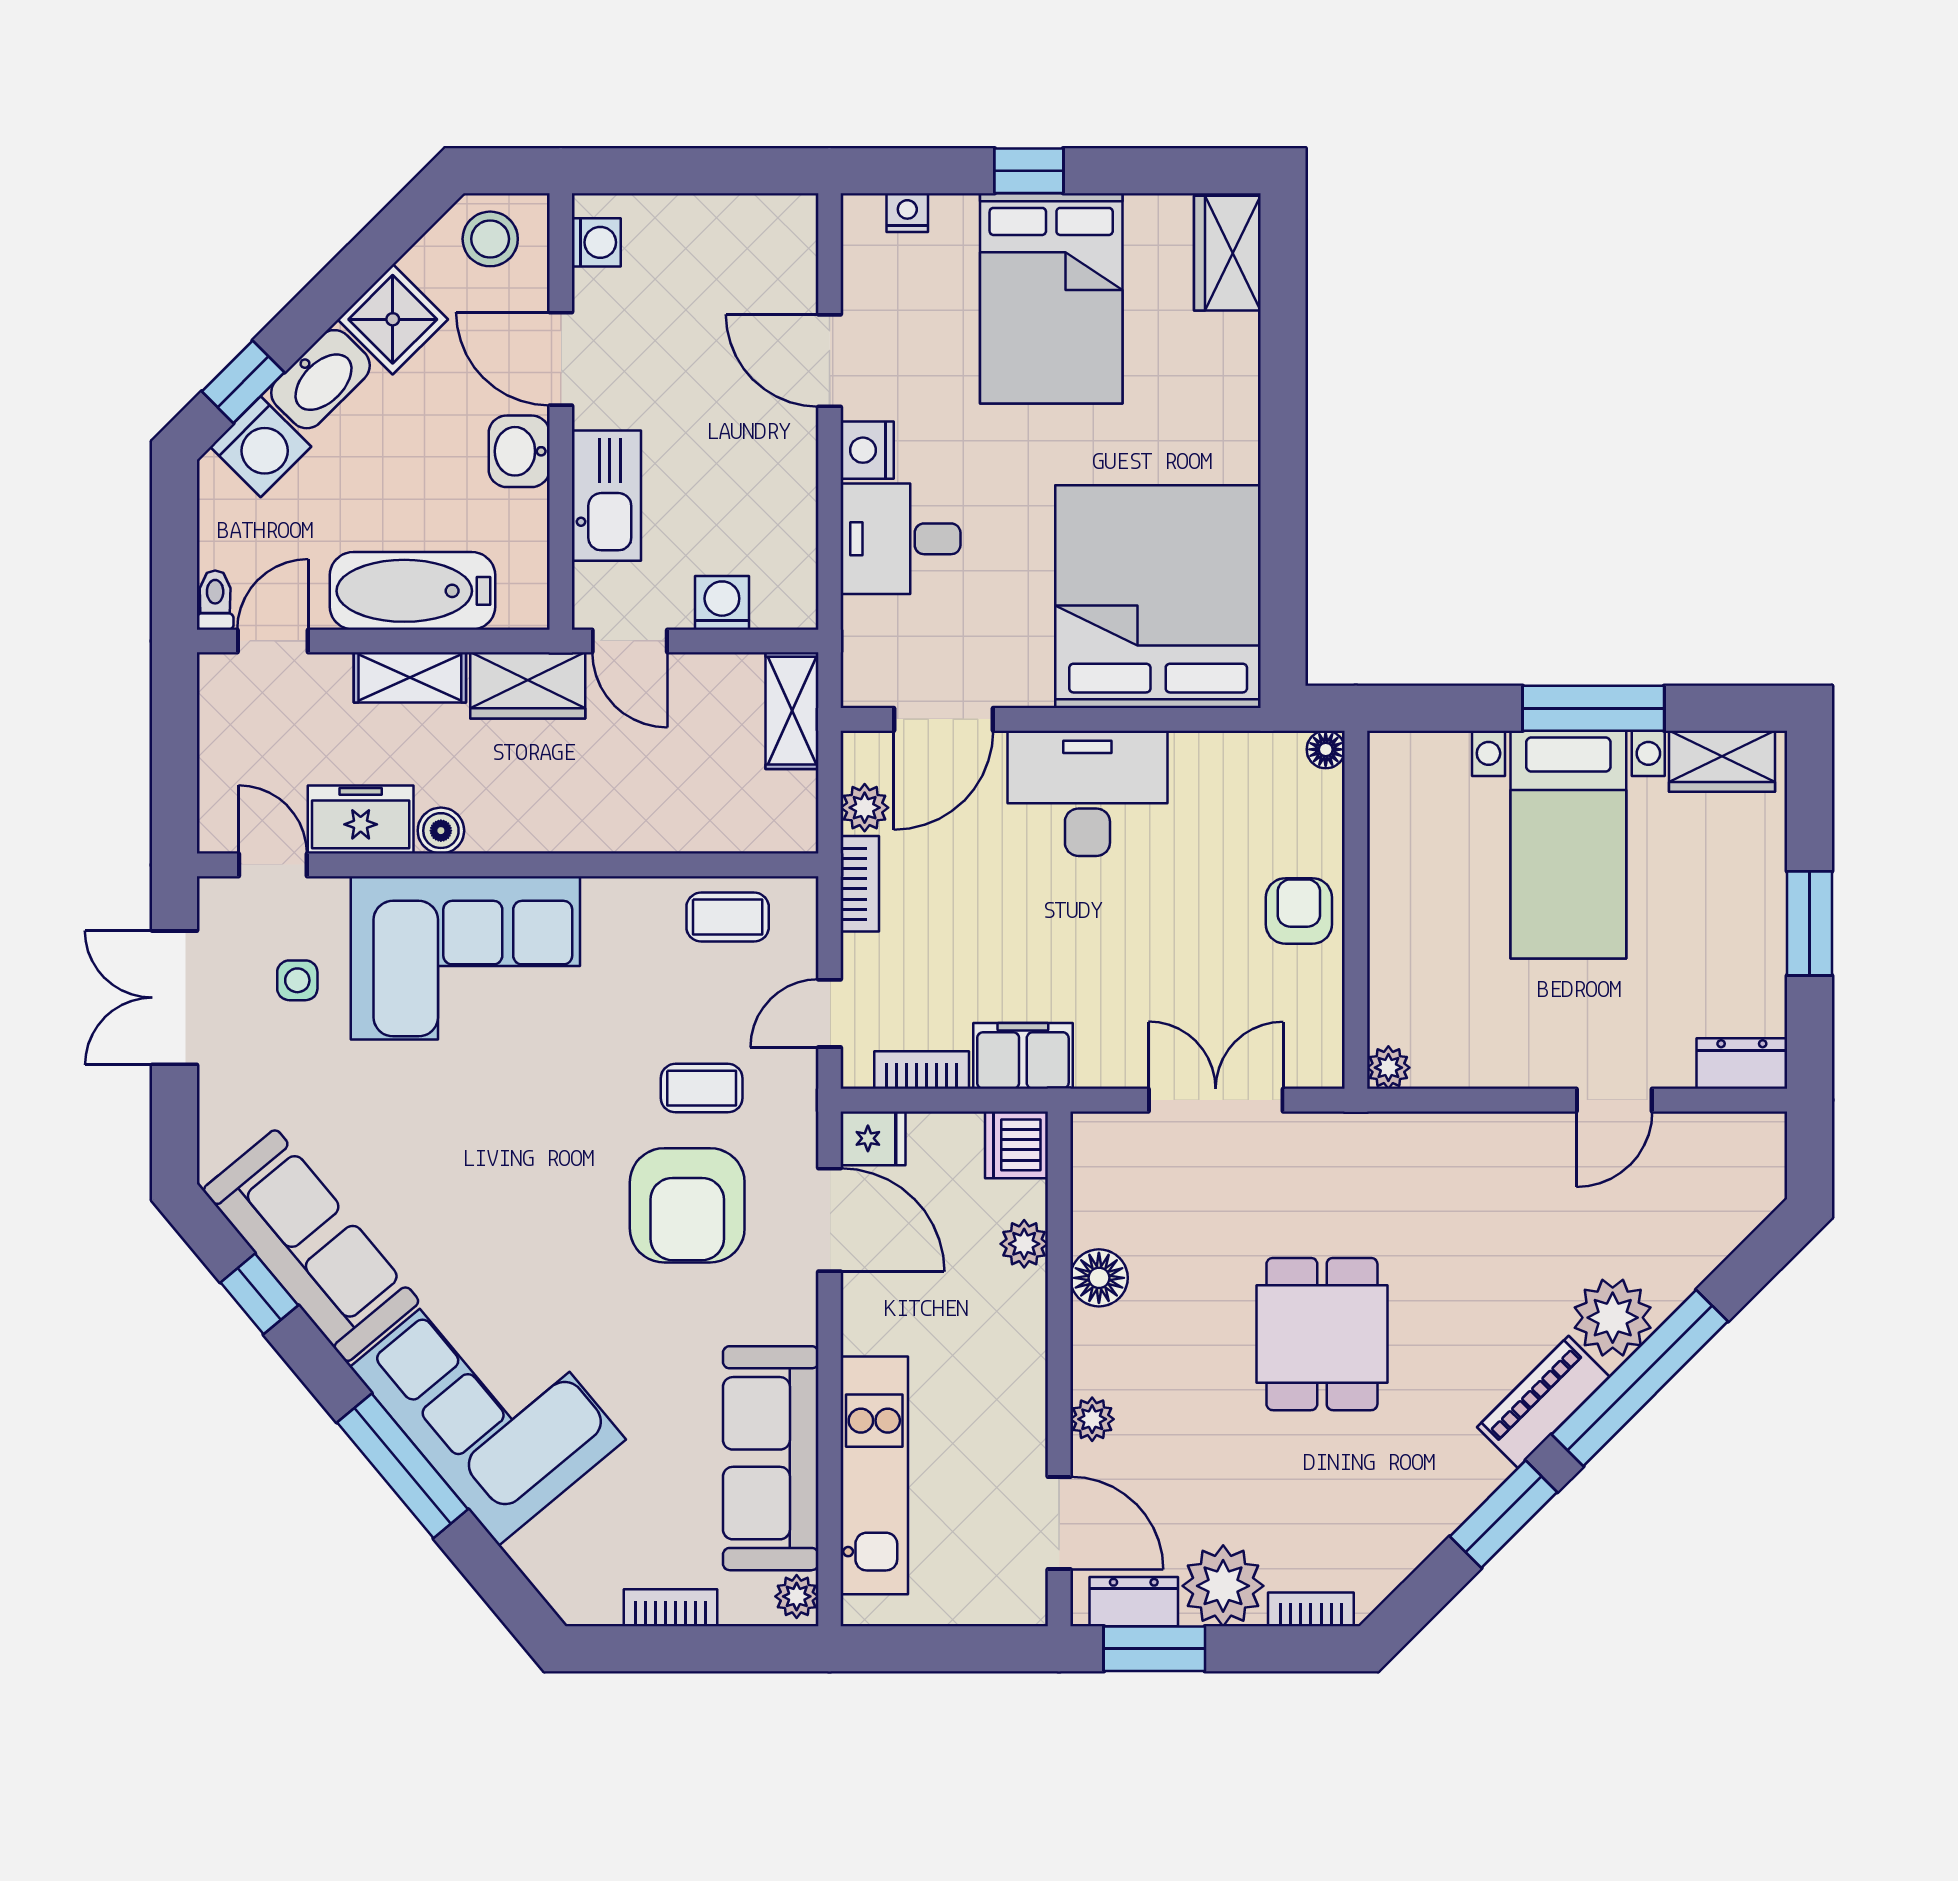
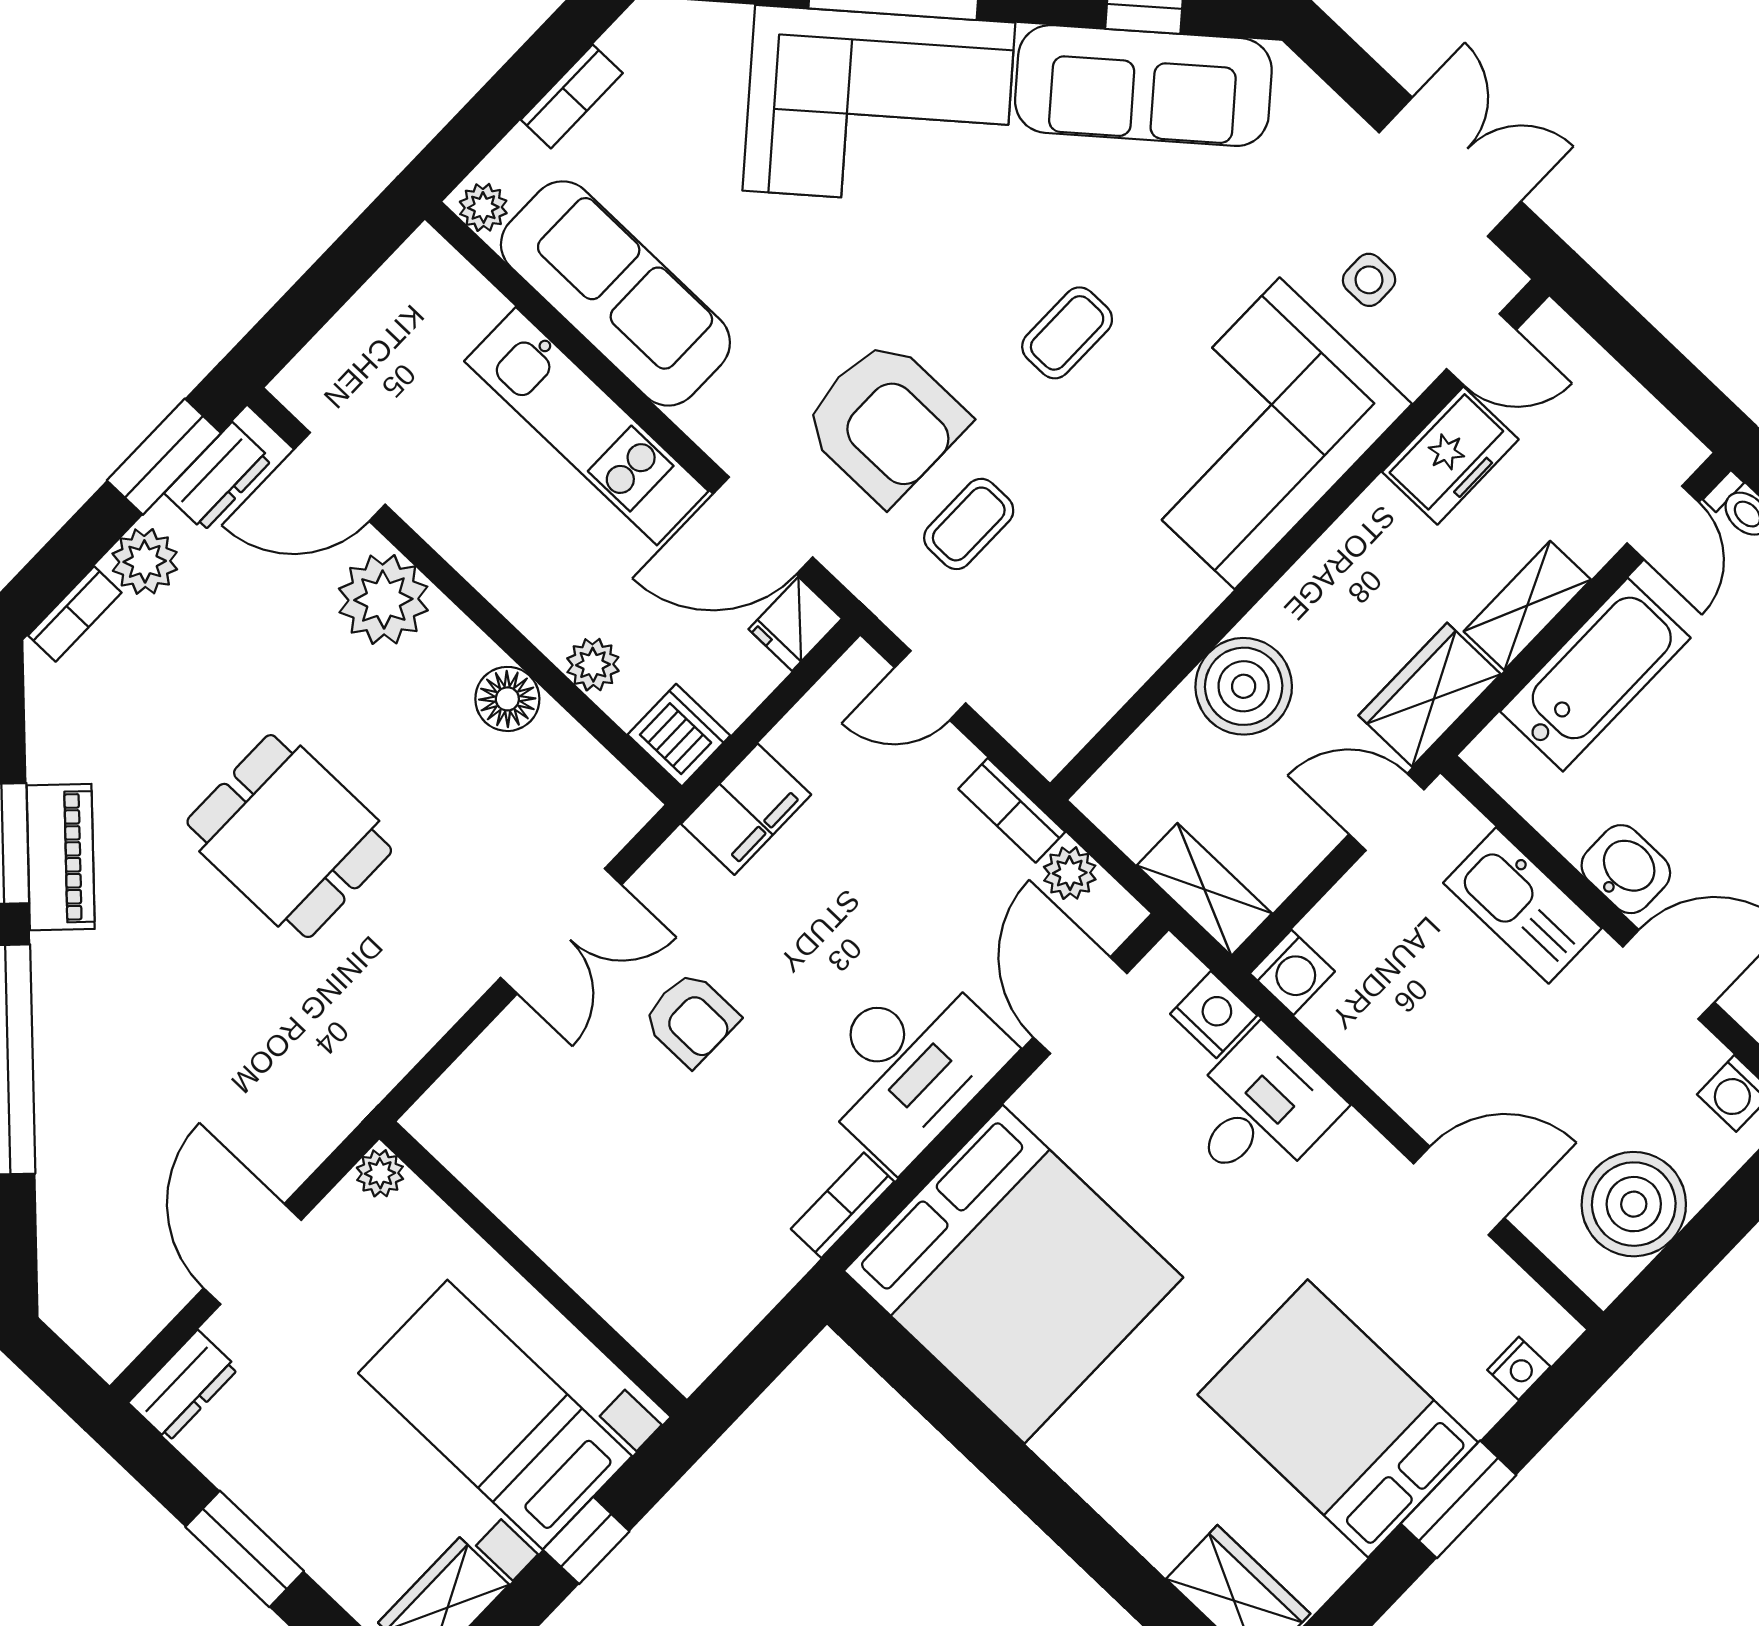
window: (1029, 171) -> (1459, 1499), width x1.50
boiler: (730, 240) -> (1634, 1204), added
nightstand: (867, 450) -> (1214, 1015), moved
washing machine: (722, 603) -> (1292, 972), moved
window: (1593, 708) -> (586, 1540), width x0.46
floor lamp: (1326, 749) -> (760, 1292), removed
boiler: (441, 831) -> (1244, 686), moved, width x1.86, depth x1.86
wall: (1356, 910) -> (533, 1269), moved
armchair: (1299, 911) -> (691, 1019), moved
coffee table: (728, 917) -> (1067, 333), moved
door: (830, 1013) -> (930, 685), swing flipped
plant: (1388, 1068) -> (380, 1173), moved
bookcase: (922, 1070) -> (843, 1205), moved, turned 180
door: (1614, 1100) -> (252, 1254), width x1.38
armchair: (687, 1205) -> (885, 421), turned 180
plant: (1613, 1318) -> (77, 1084), removed
piano: (1543, 1402) -> (61, 857), moved
plant: (1092, 1419) -> (383, 599), width x1.88, depth x1.88
kitchen unit: (874, 1475) -> (586, 426), moved
plant: (1223, 1586) -> (145, 561), width x0.73, depth x0.73

